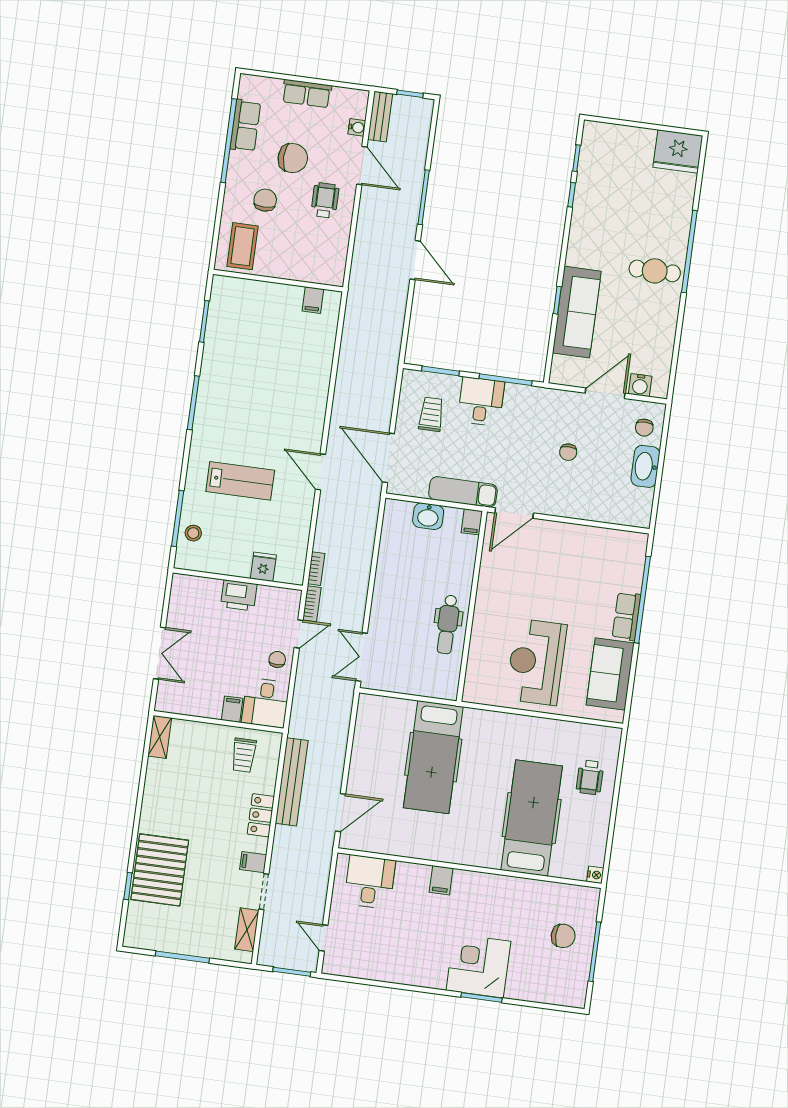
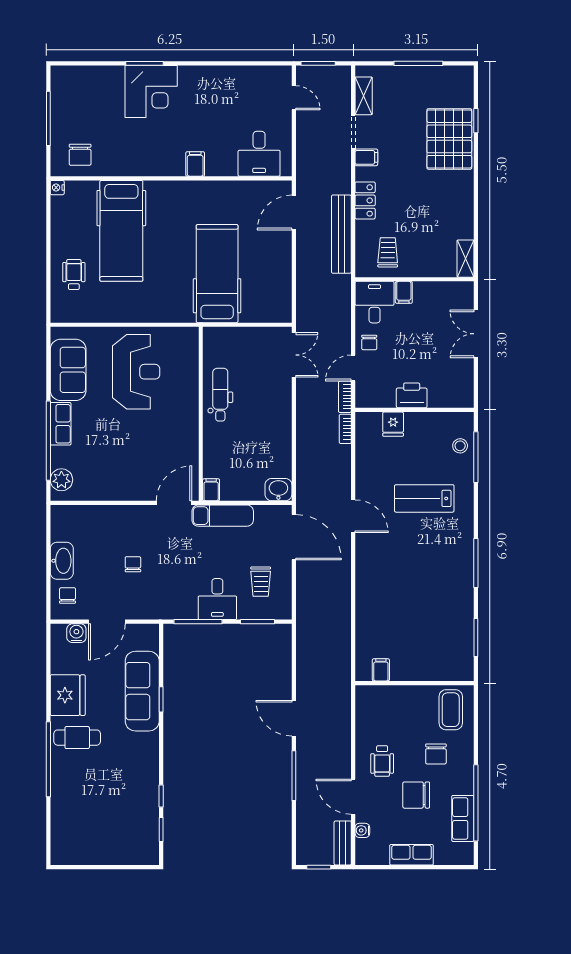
fridge: (678, 151) -> (68, 695), moved, turned 90
washbasin: (428, 516) -> (278, 490), moved
plant: (634, 555) -> (61, 480), added
chair: (563, 936) -> (80, 155), moved, turned -90

